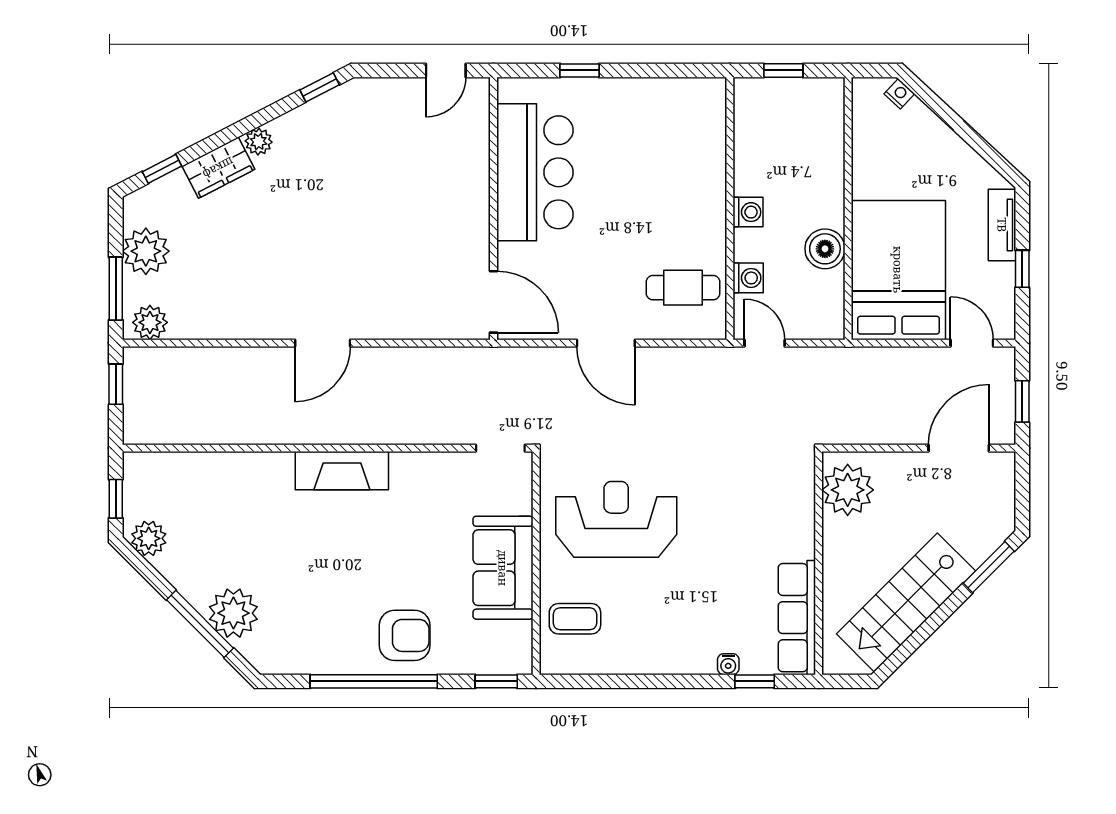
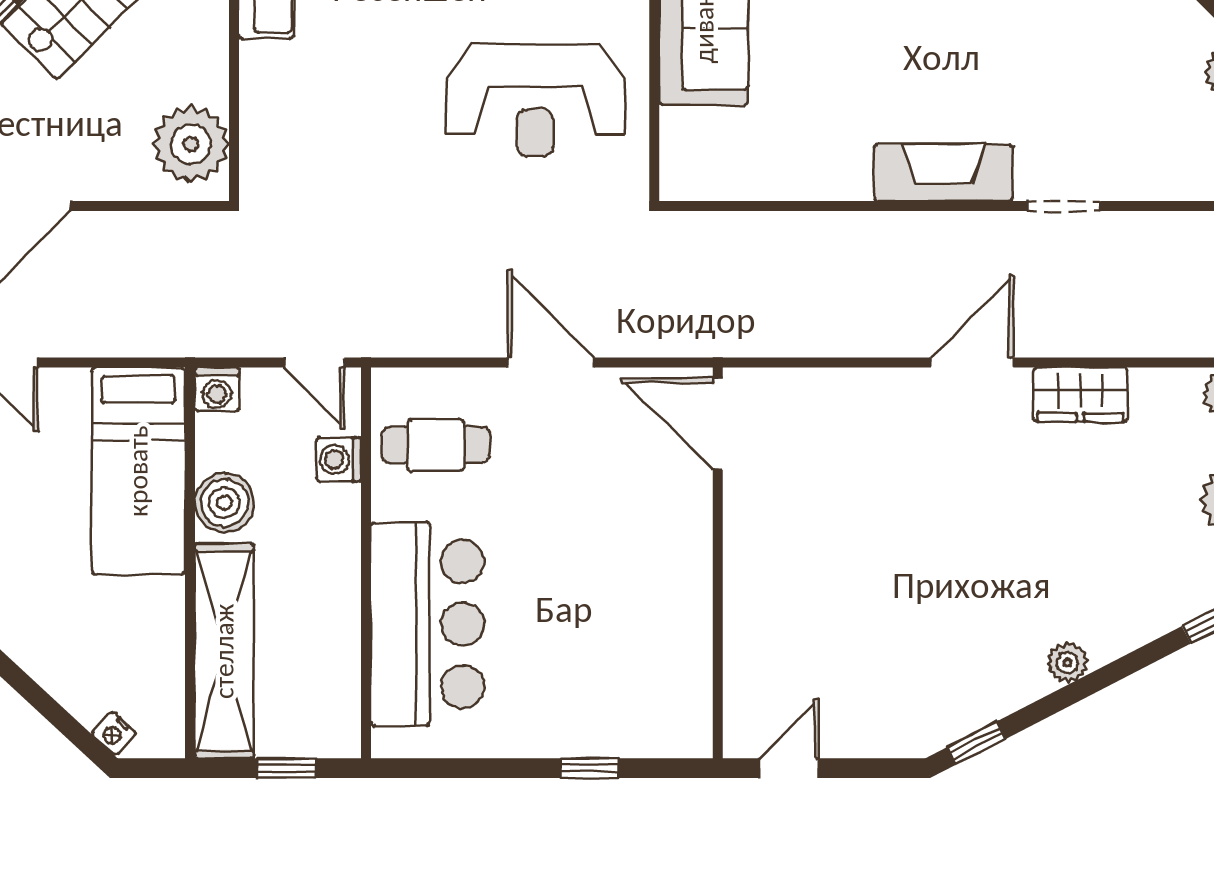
shelving: (825, 149) -> (224, 651), added
wardrobe: (218, 168) -> (1080, 395), moved, turned -153
bar counter: (535, 172) -> (428, 624), moved, turned 180
washing machine: (748, 212) -> (217, 390), moved, turned -90
bed: (898, 270) -> (138, 471), width x0.67
doorway: (500, 448) -> (1064, 206), moved

